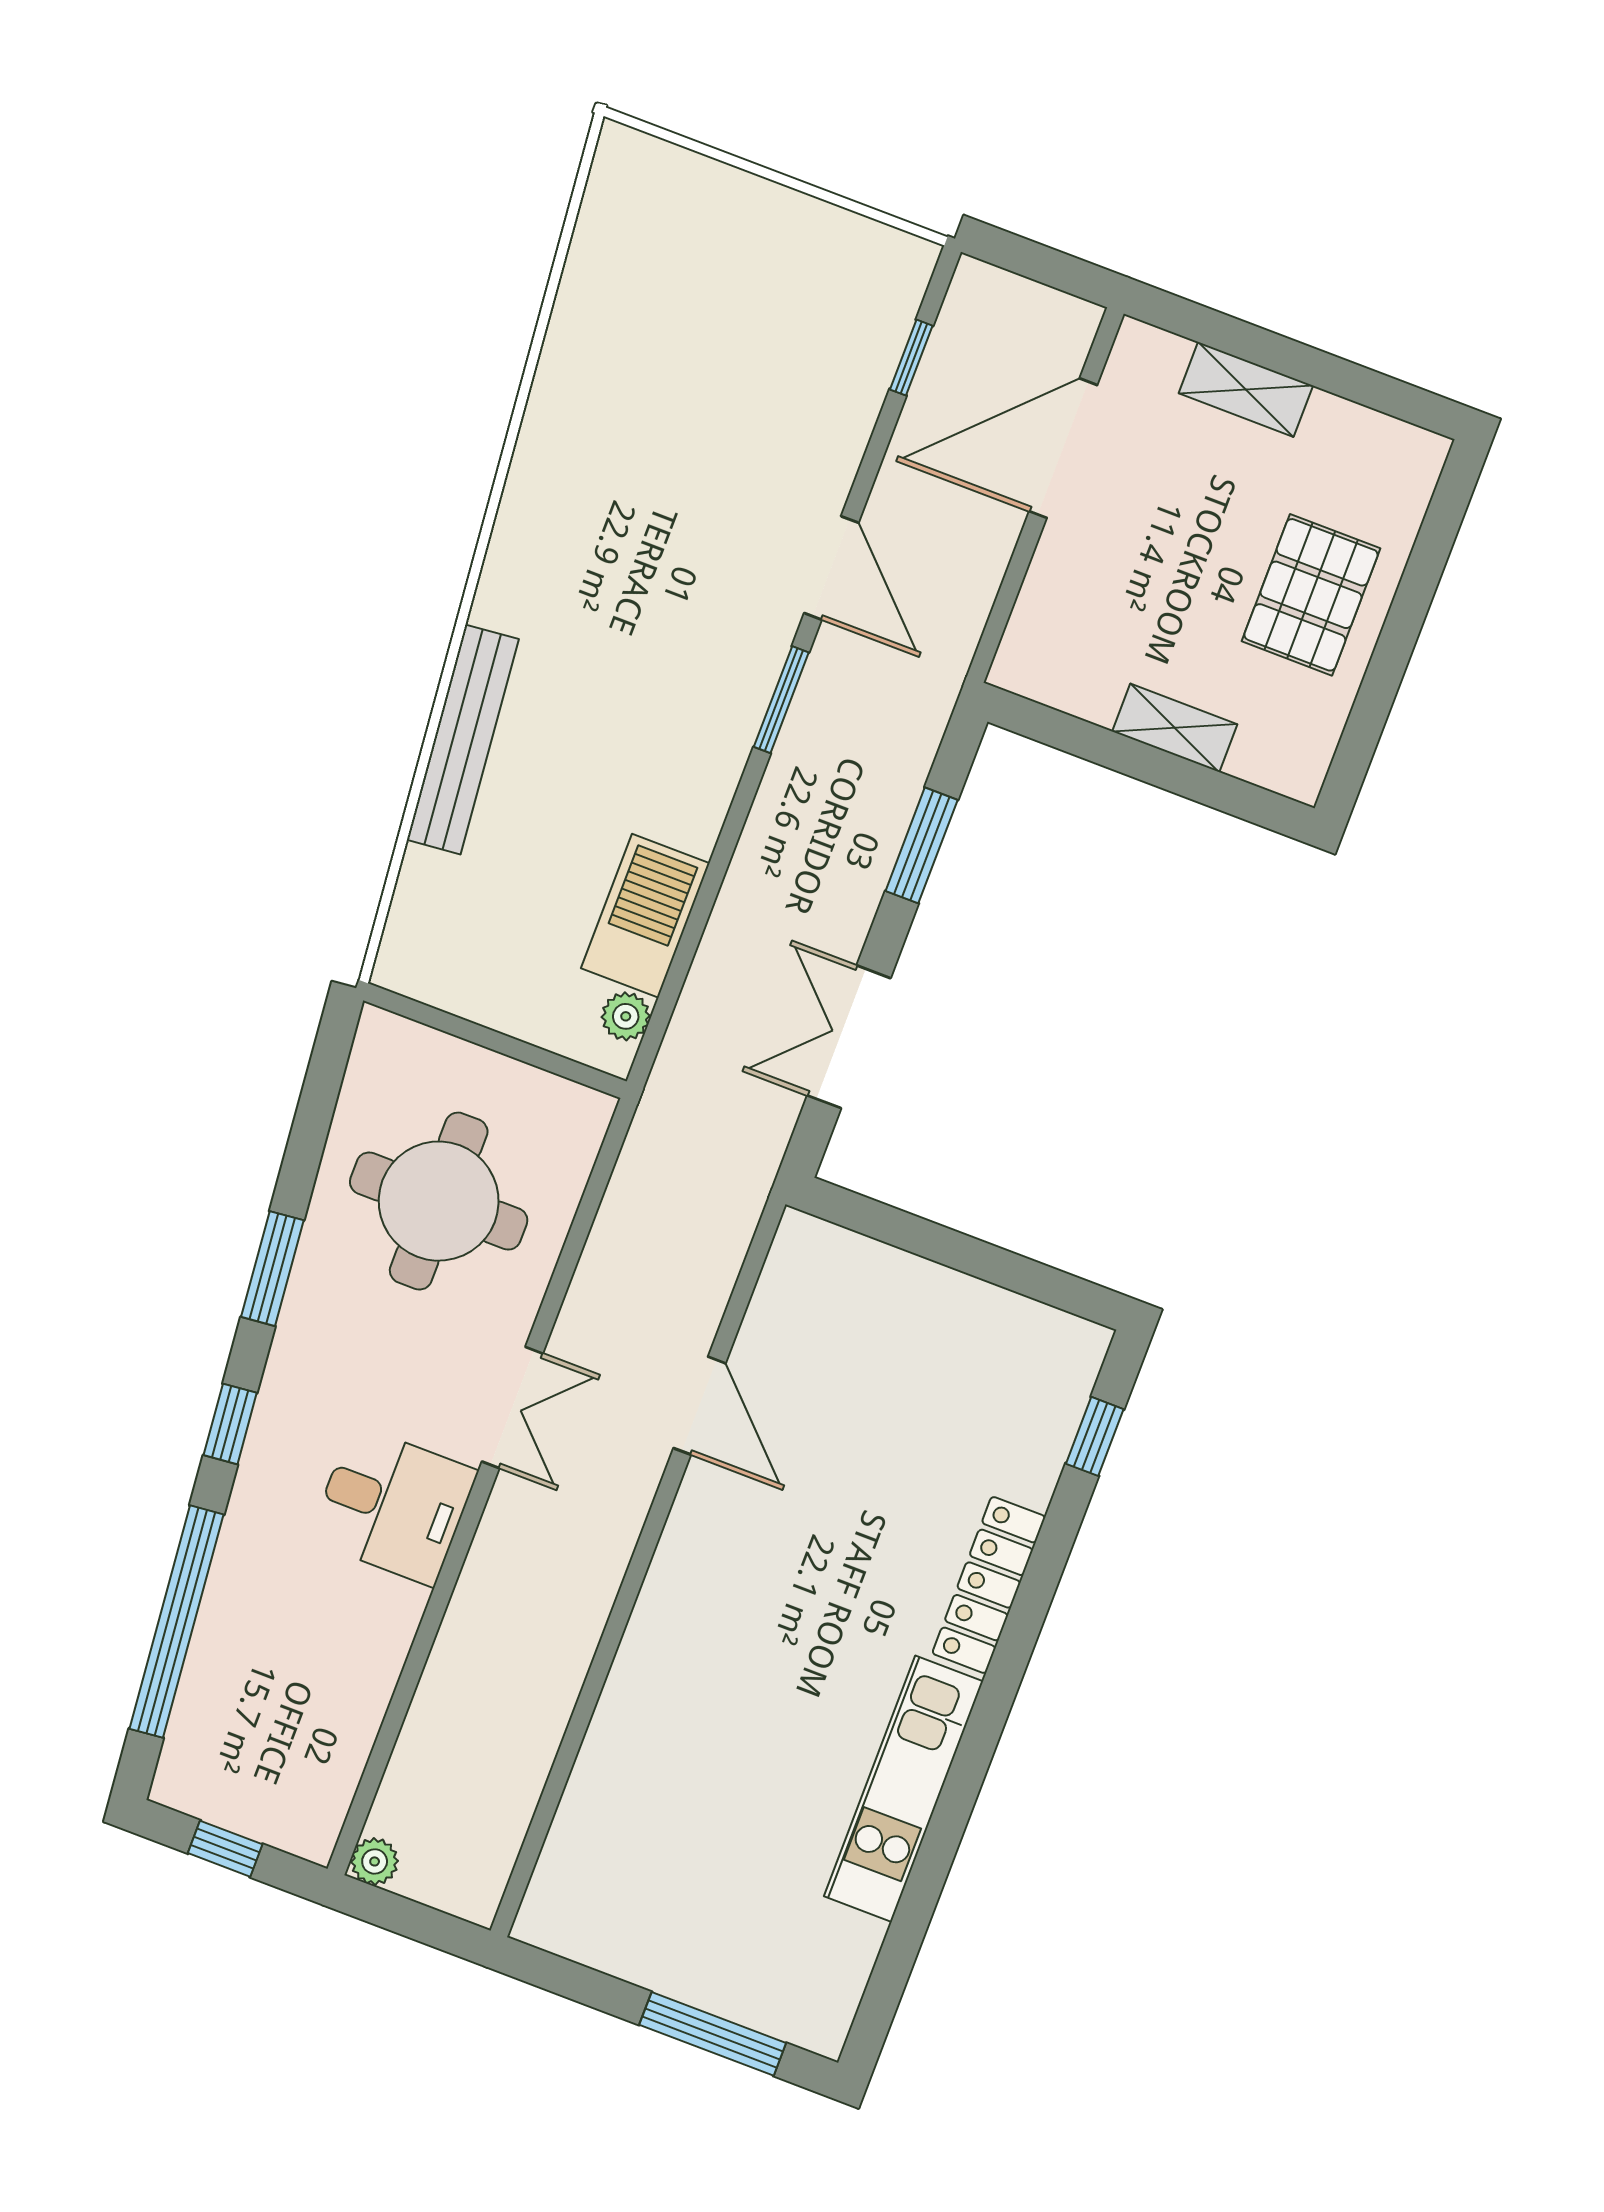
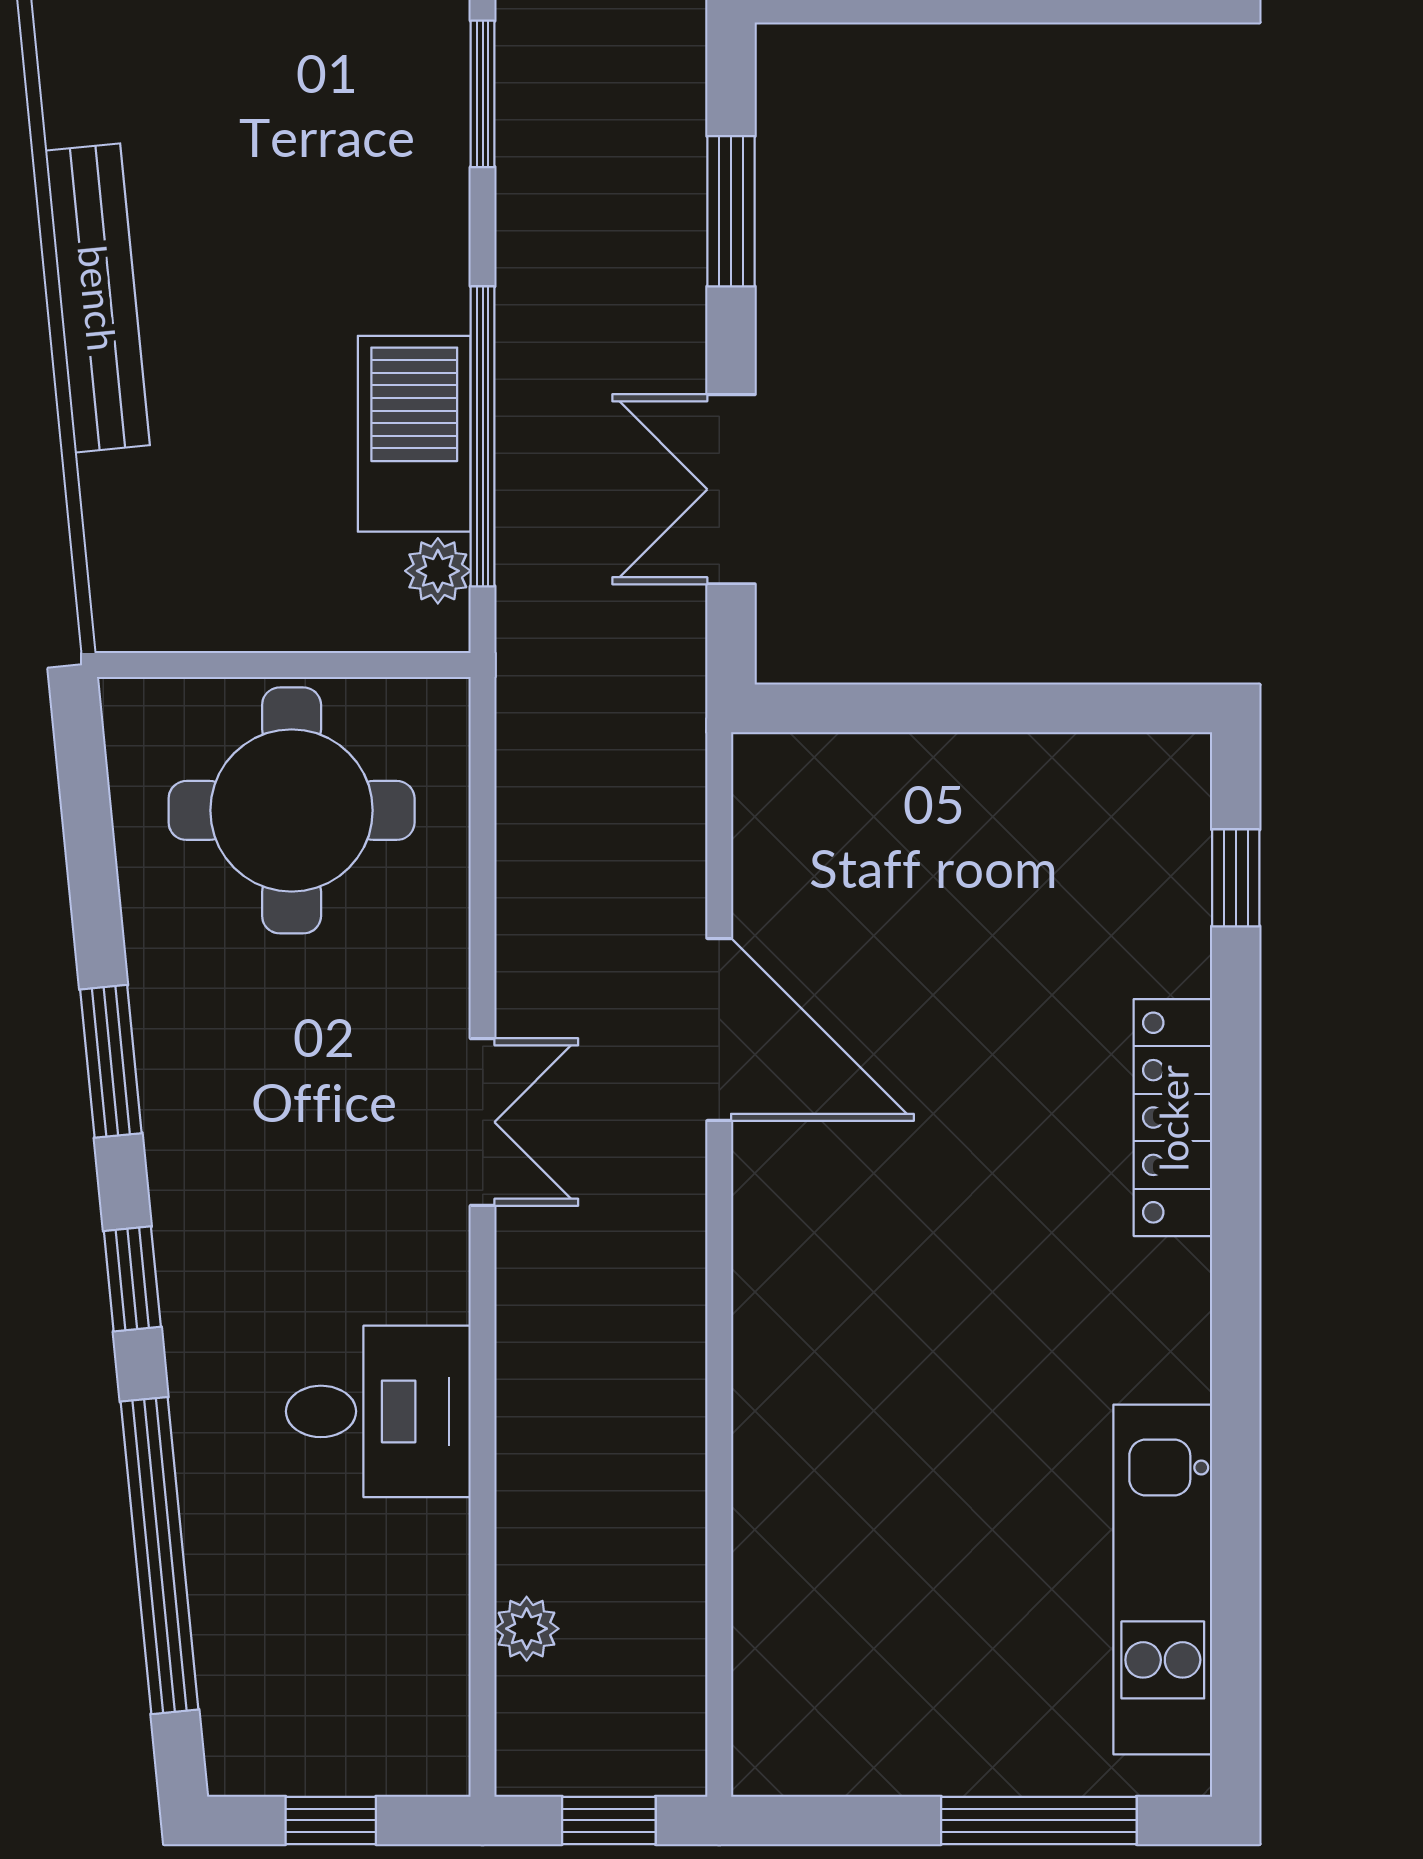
window: (692, 935) -> (483, 436), added
round table: (439, 1201) -> (292, 810), moved
door: (699, 1406) -> (719, 1030), width x1.36
desk: (393, 1505) -> (378, 1411), moved
kitchen unit: (903, 1789) -> (1163, 1579), moved
plant: (375, 1861) -> (527, 1629), moved
window: (417, 1921) -> (609, 1820), added

